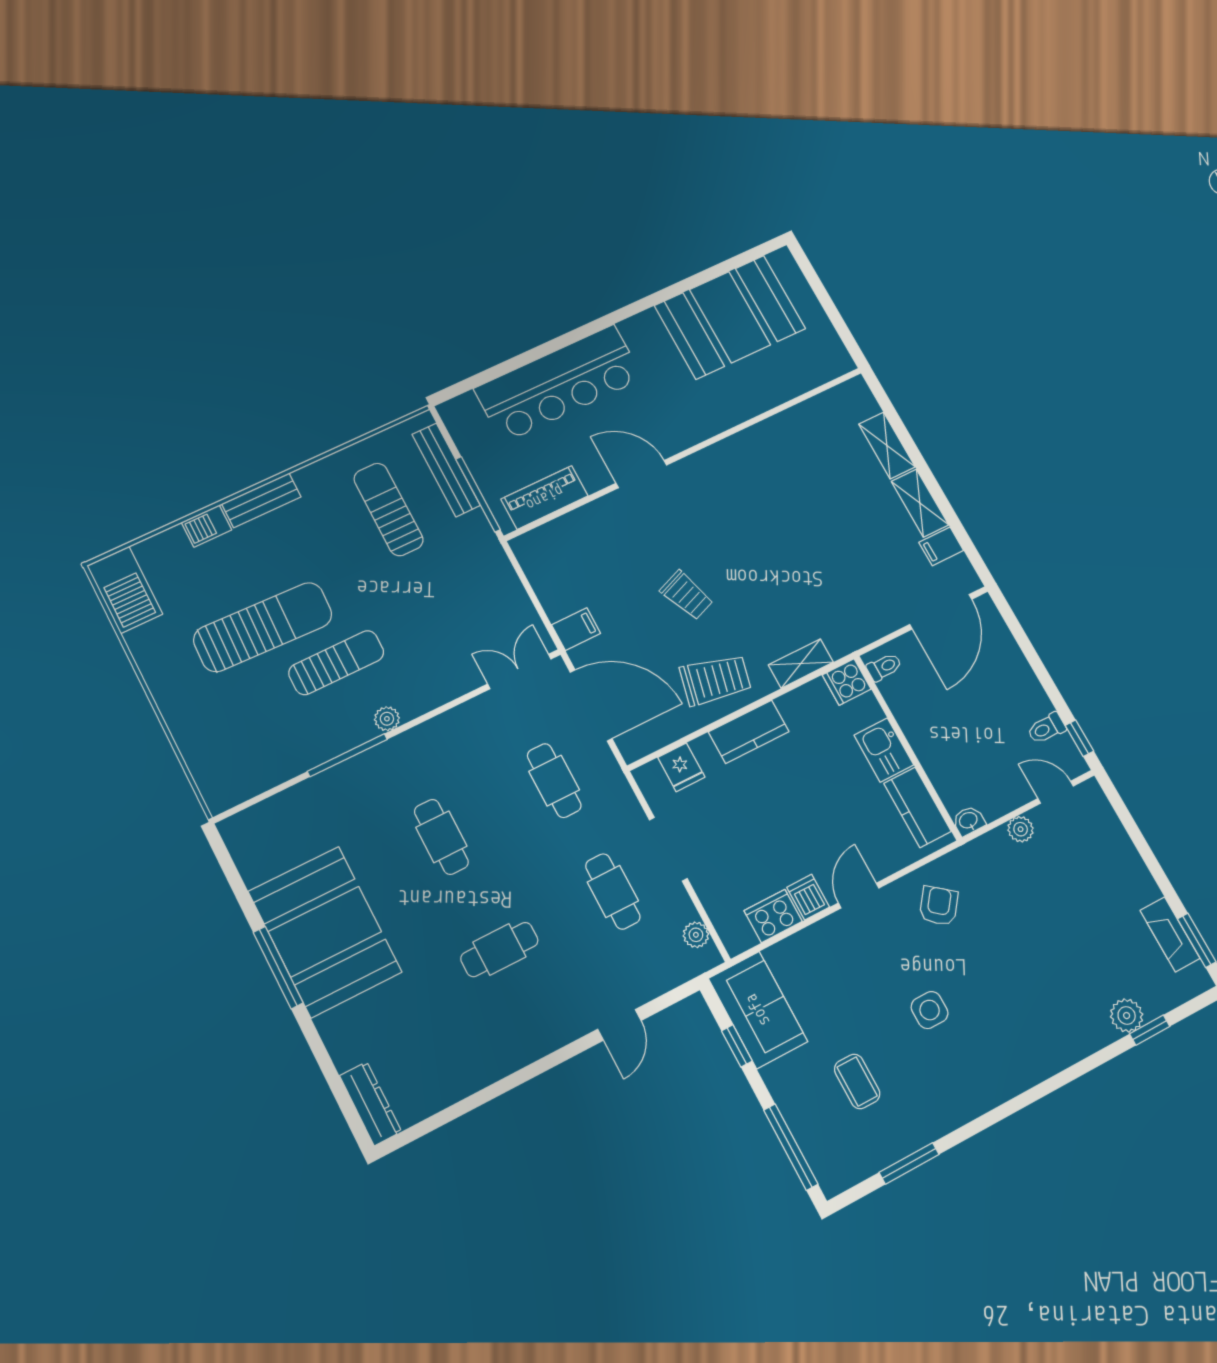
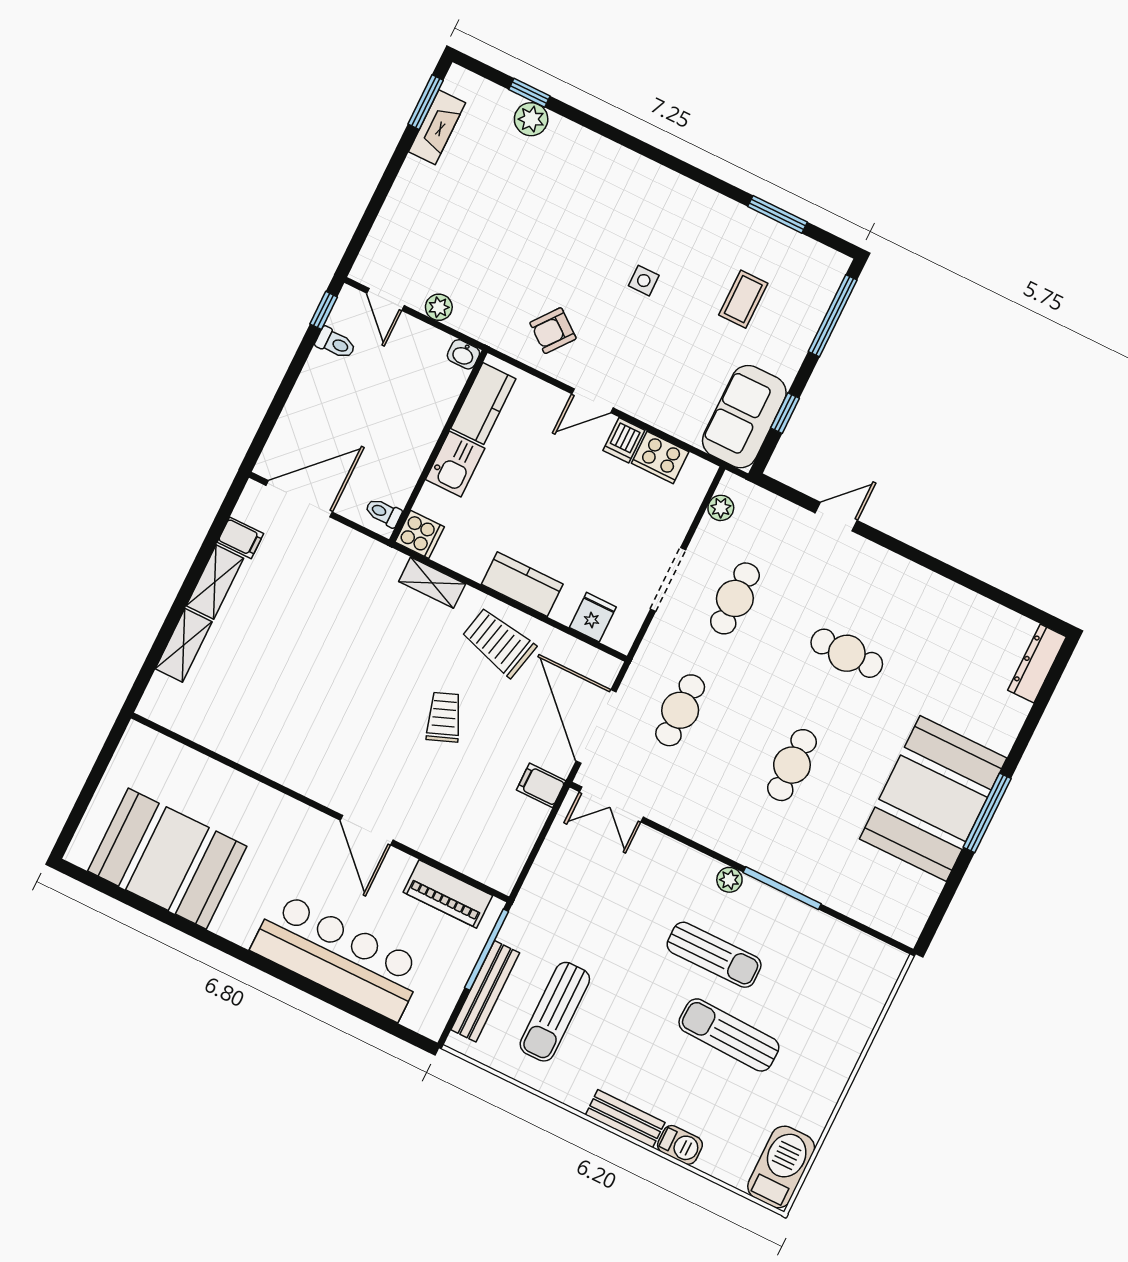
sun lounger: (263, 627) -> (729, 1035), width x0.73, depth x0.75
sun lounger: (336, 663) -> (714, 955), turned 180
side table: (930, 1010) -> (644, 281), width x0.73, depth x0.73

